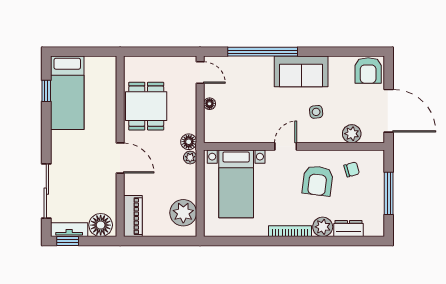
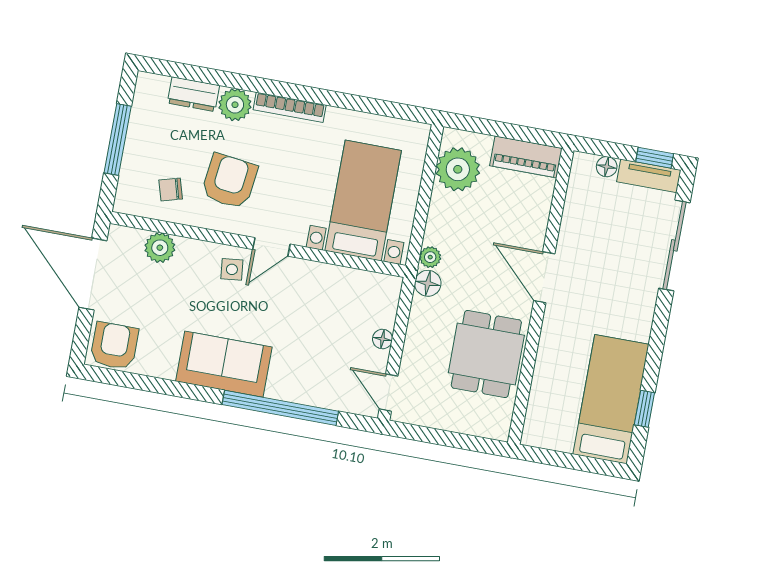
side table: (316, 112) -> (232, 269), moved
piano: (133, 216) -> (526, 157), moved, turned -90
floor lamp: (101, 225) -> (607, 167), width x0.53, depth x0.53

